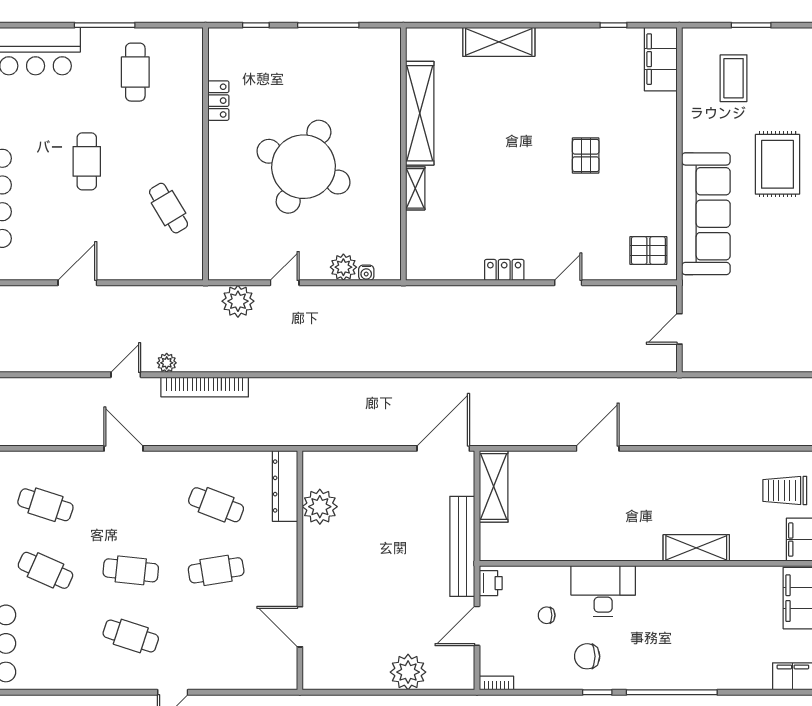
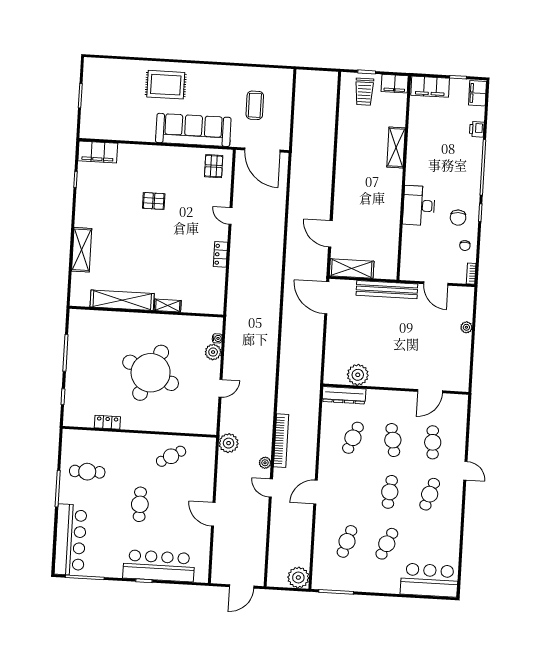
coffee table: (734, 78) -> (255, 105), moved, turned 90
cafe table: (87, 161) -> (140, 504), turned 90
door: (285, 283) -> (220, 388), swing flipped
plant: (238, 301) -> (229, 443), moved
door: (679, 329) -> (262, 150), width x1.87
door: (598, 448) -> (330, 234), moved
printer: (491, 583) -> (477, 129), moved, turned -90
chair: (547, 615) -> (465, 246), moved
cafe table: (216, 636) -> (433, 442), added
plant: (408, 672) -> (466, 327), width x0.53, depth x0.53

